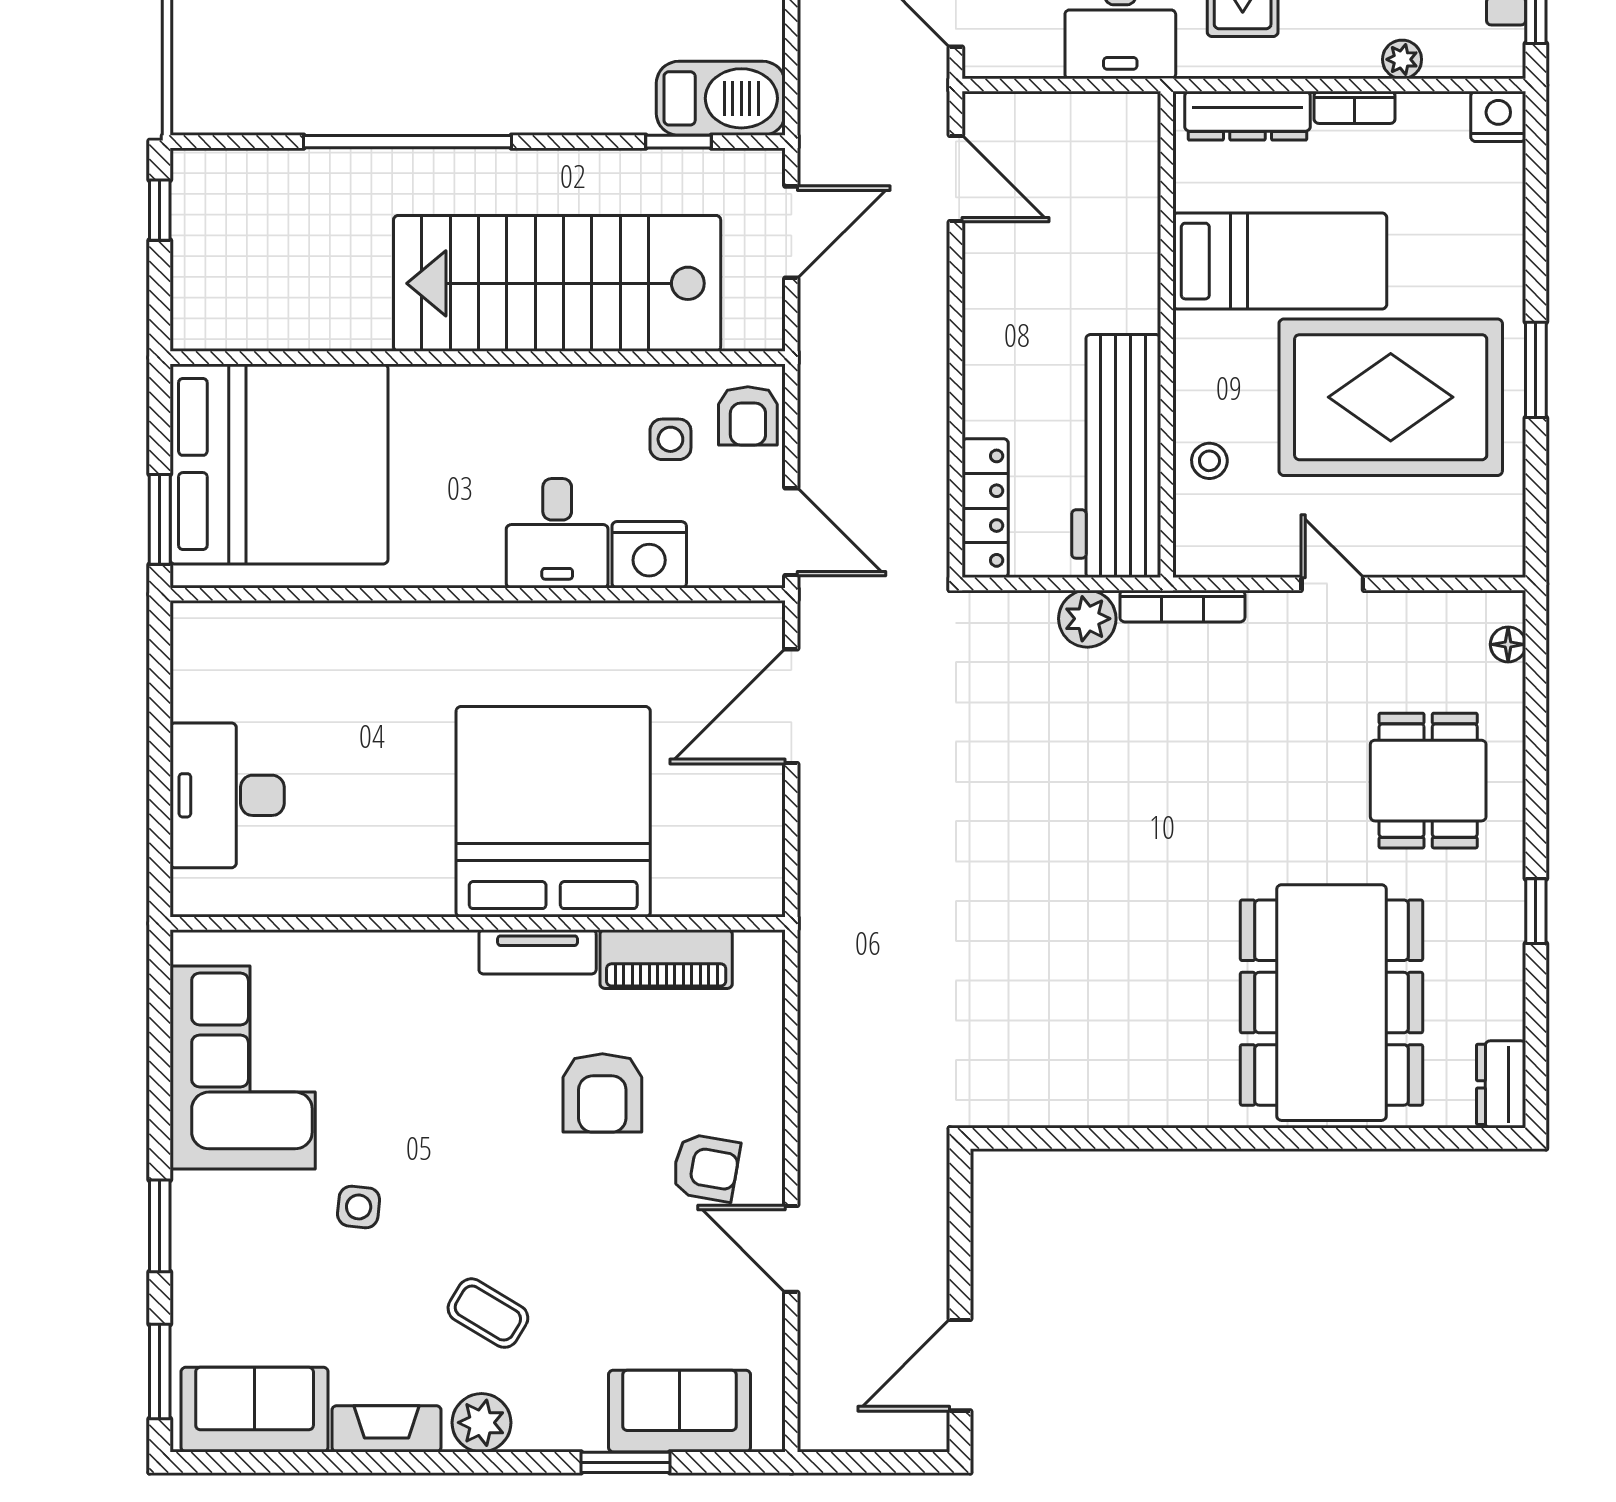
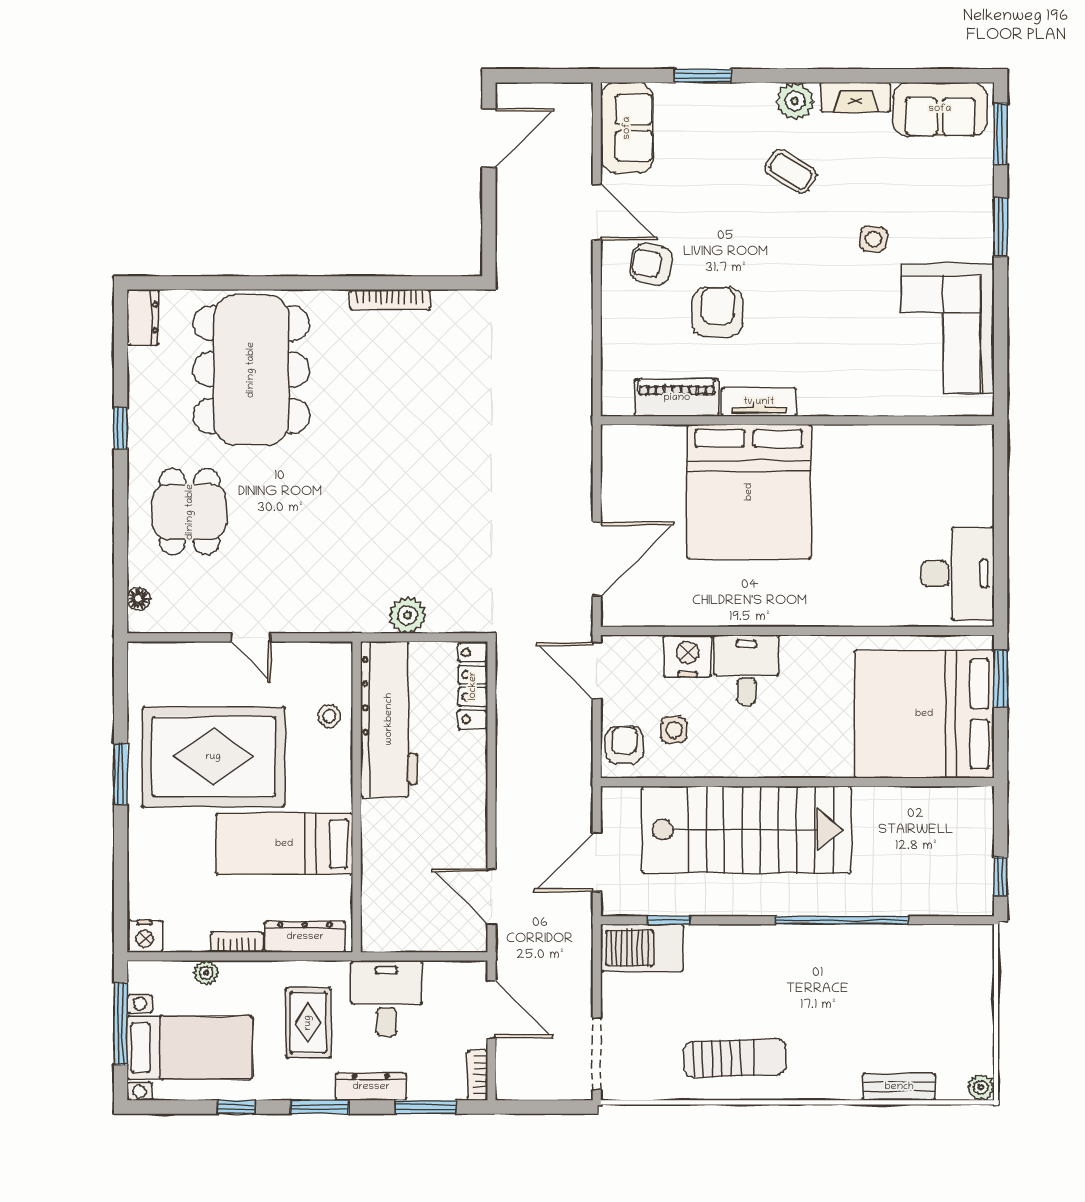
bookcase: (1182, 606) -> (390, 300), moved, turned 180
desk: (227, 795) -> (958, 574), moved
sofa: (680, 1411) -> (627, 128), moved, turned -90

